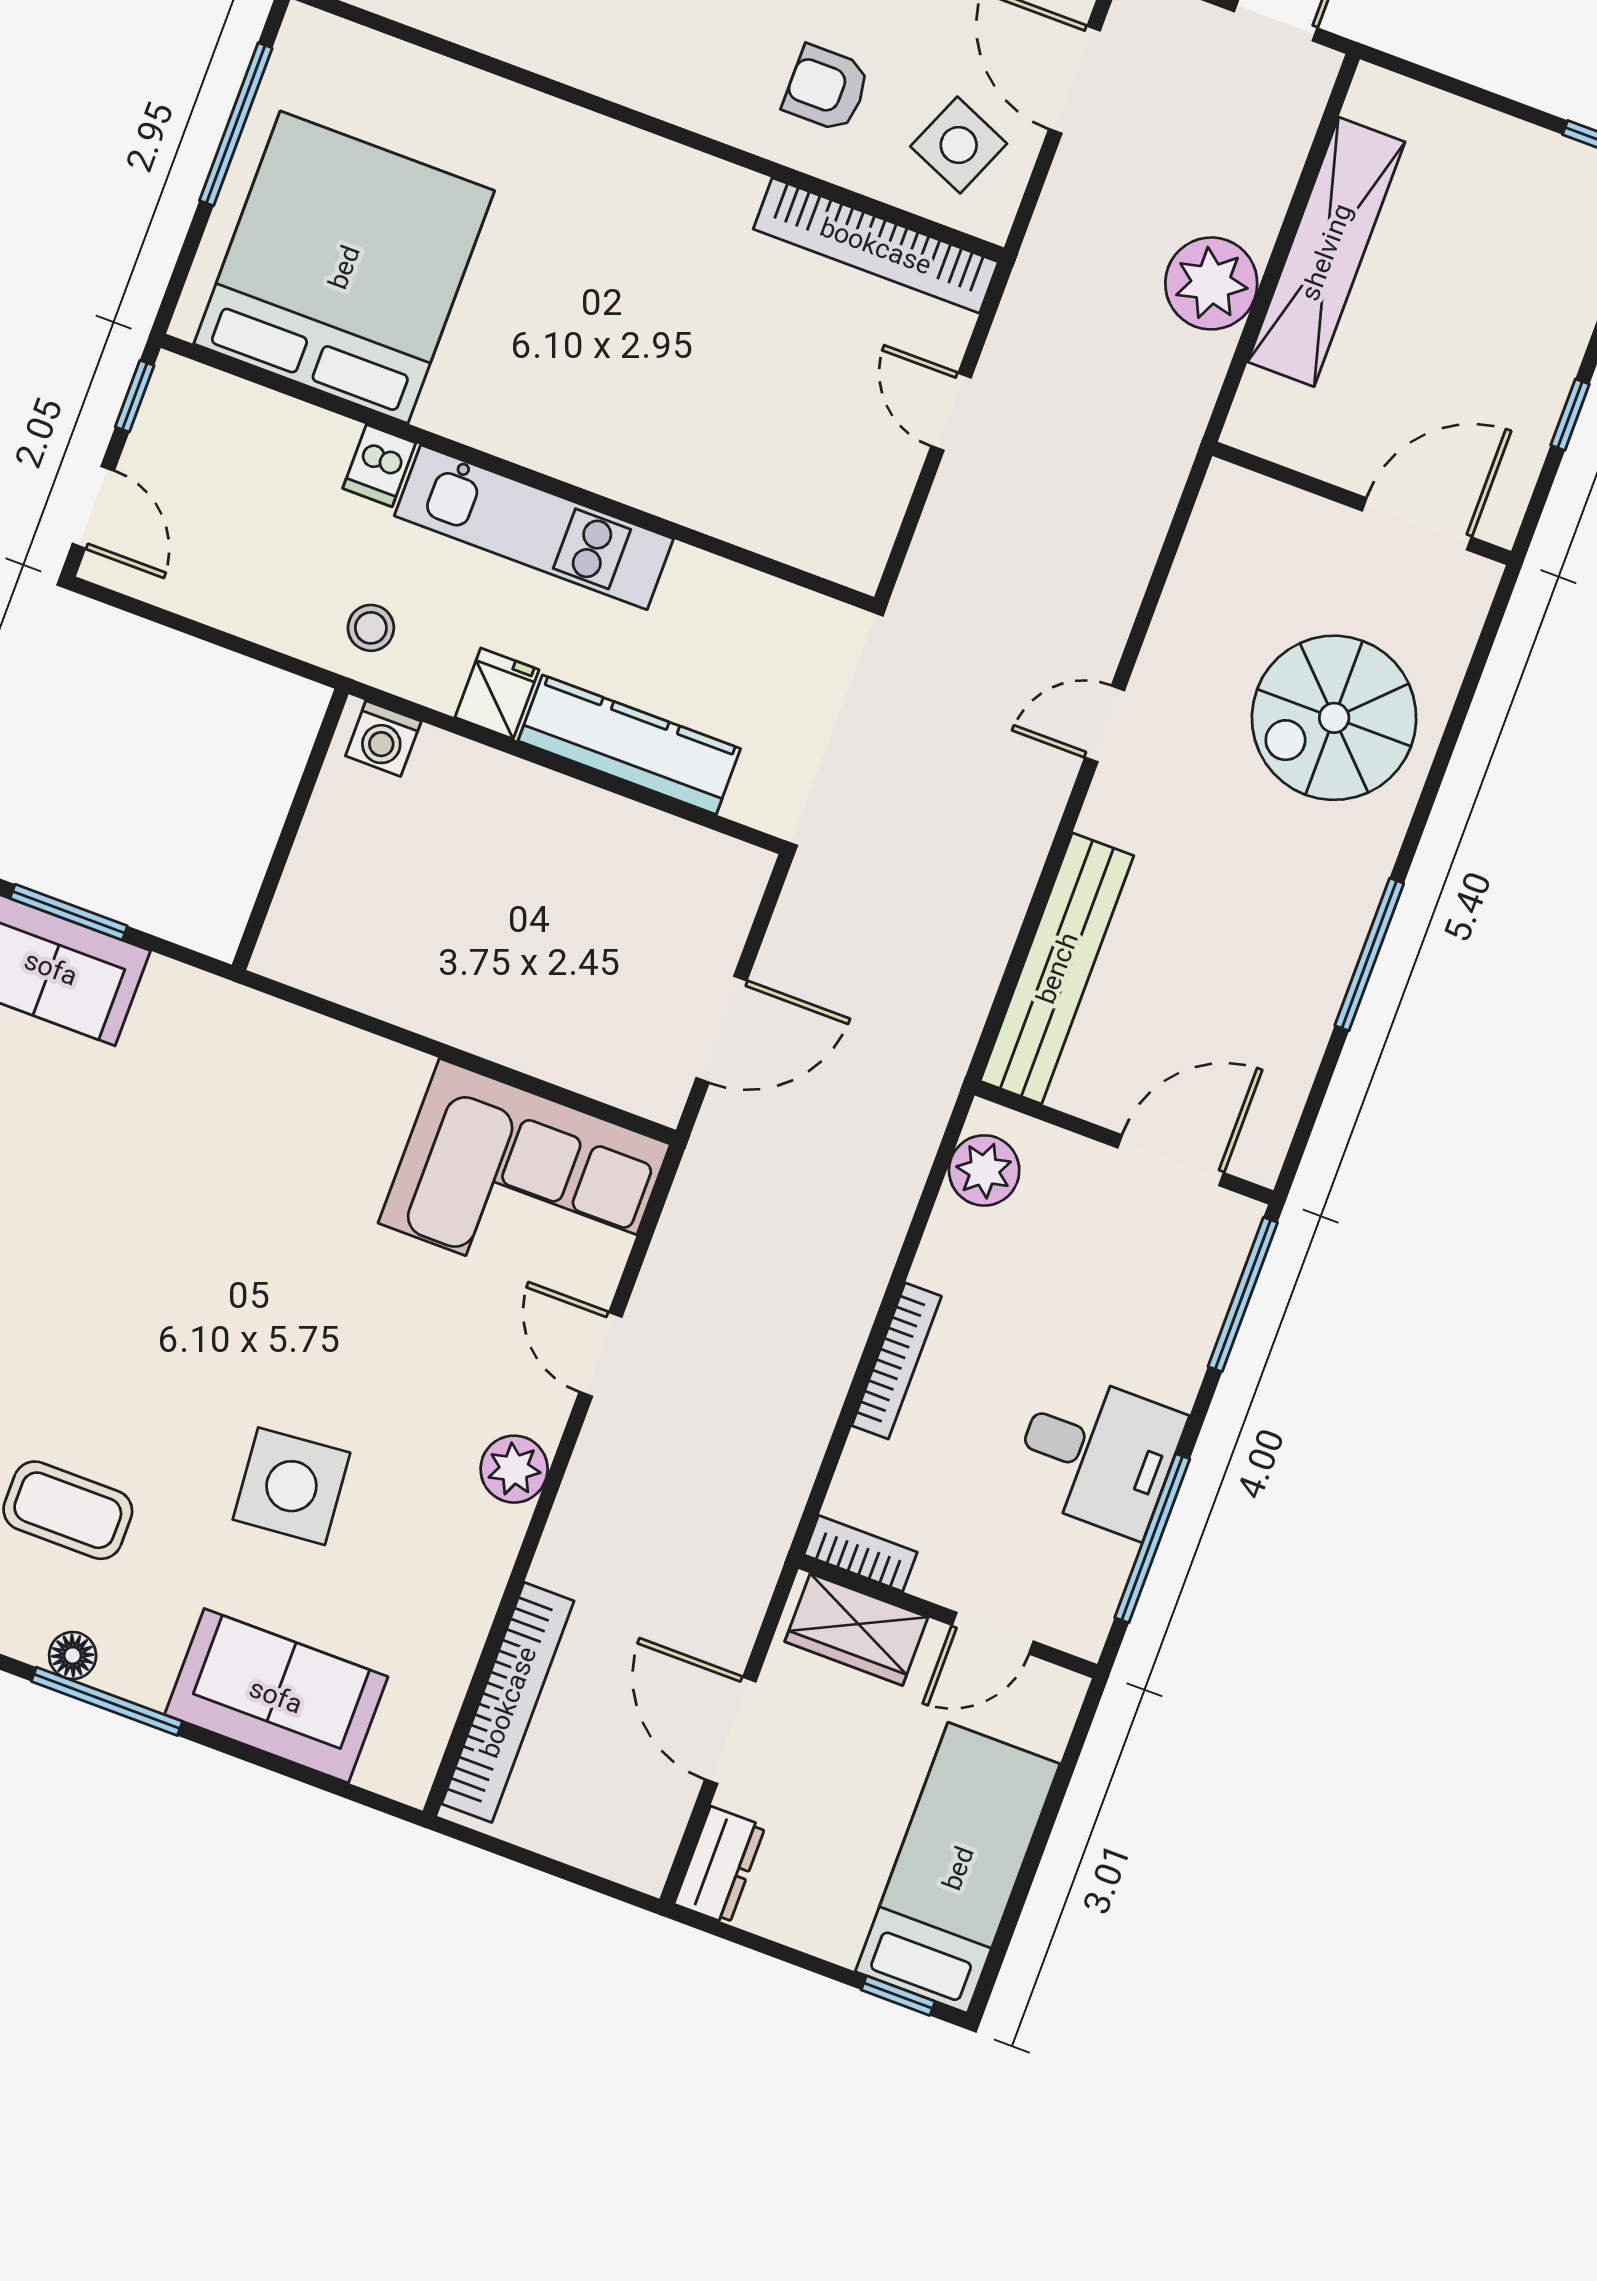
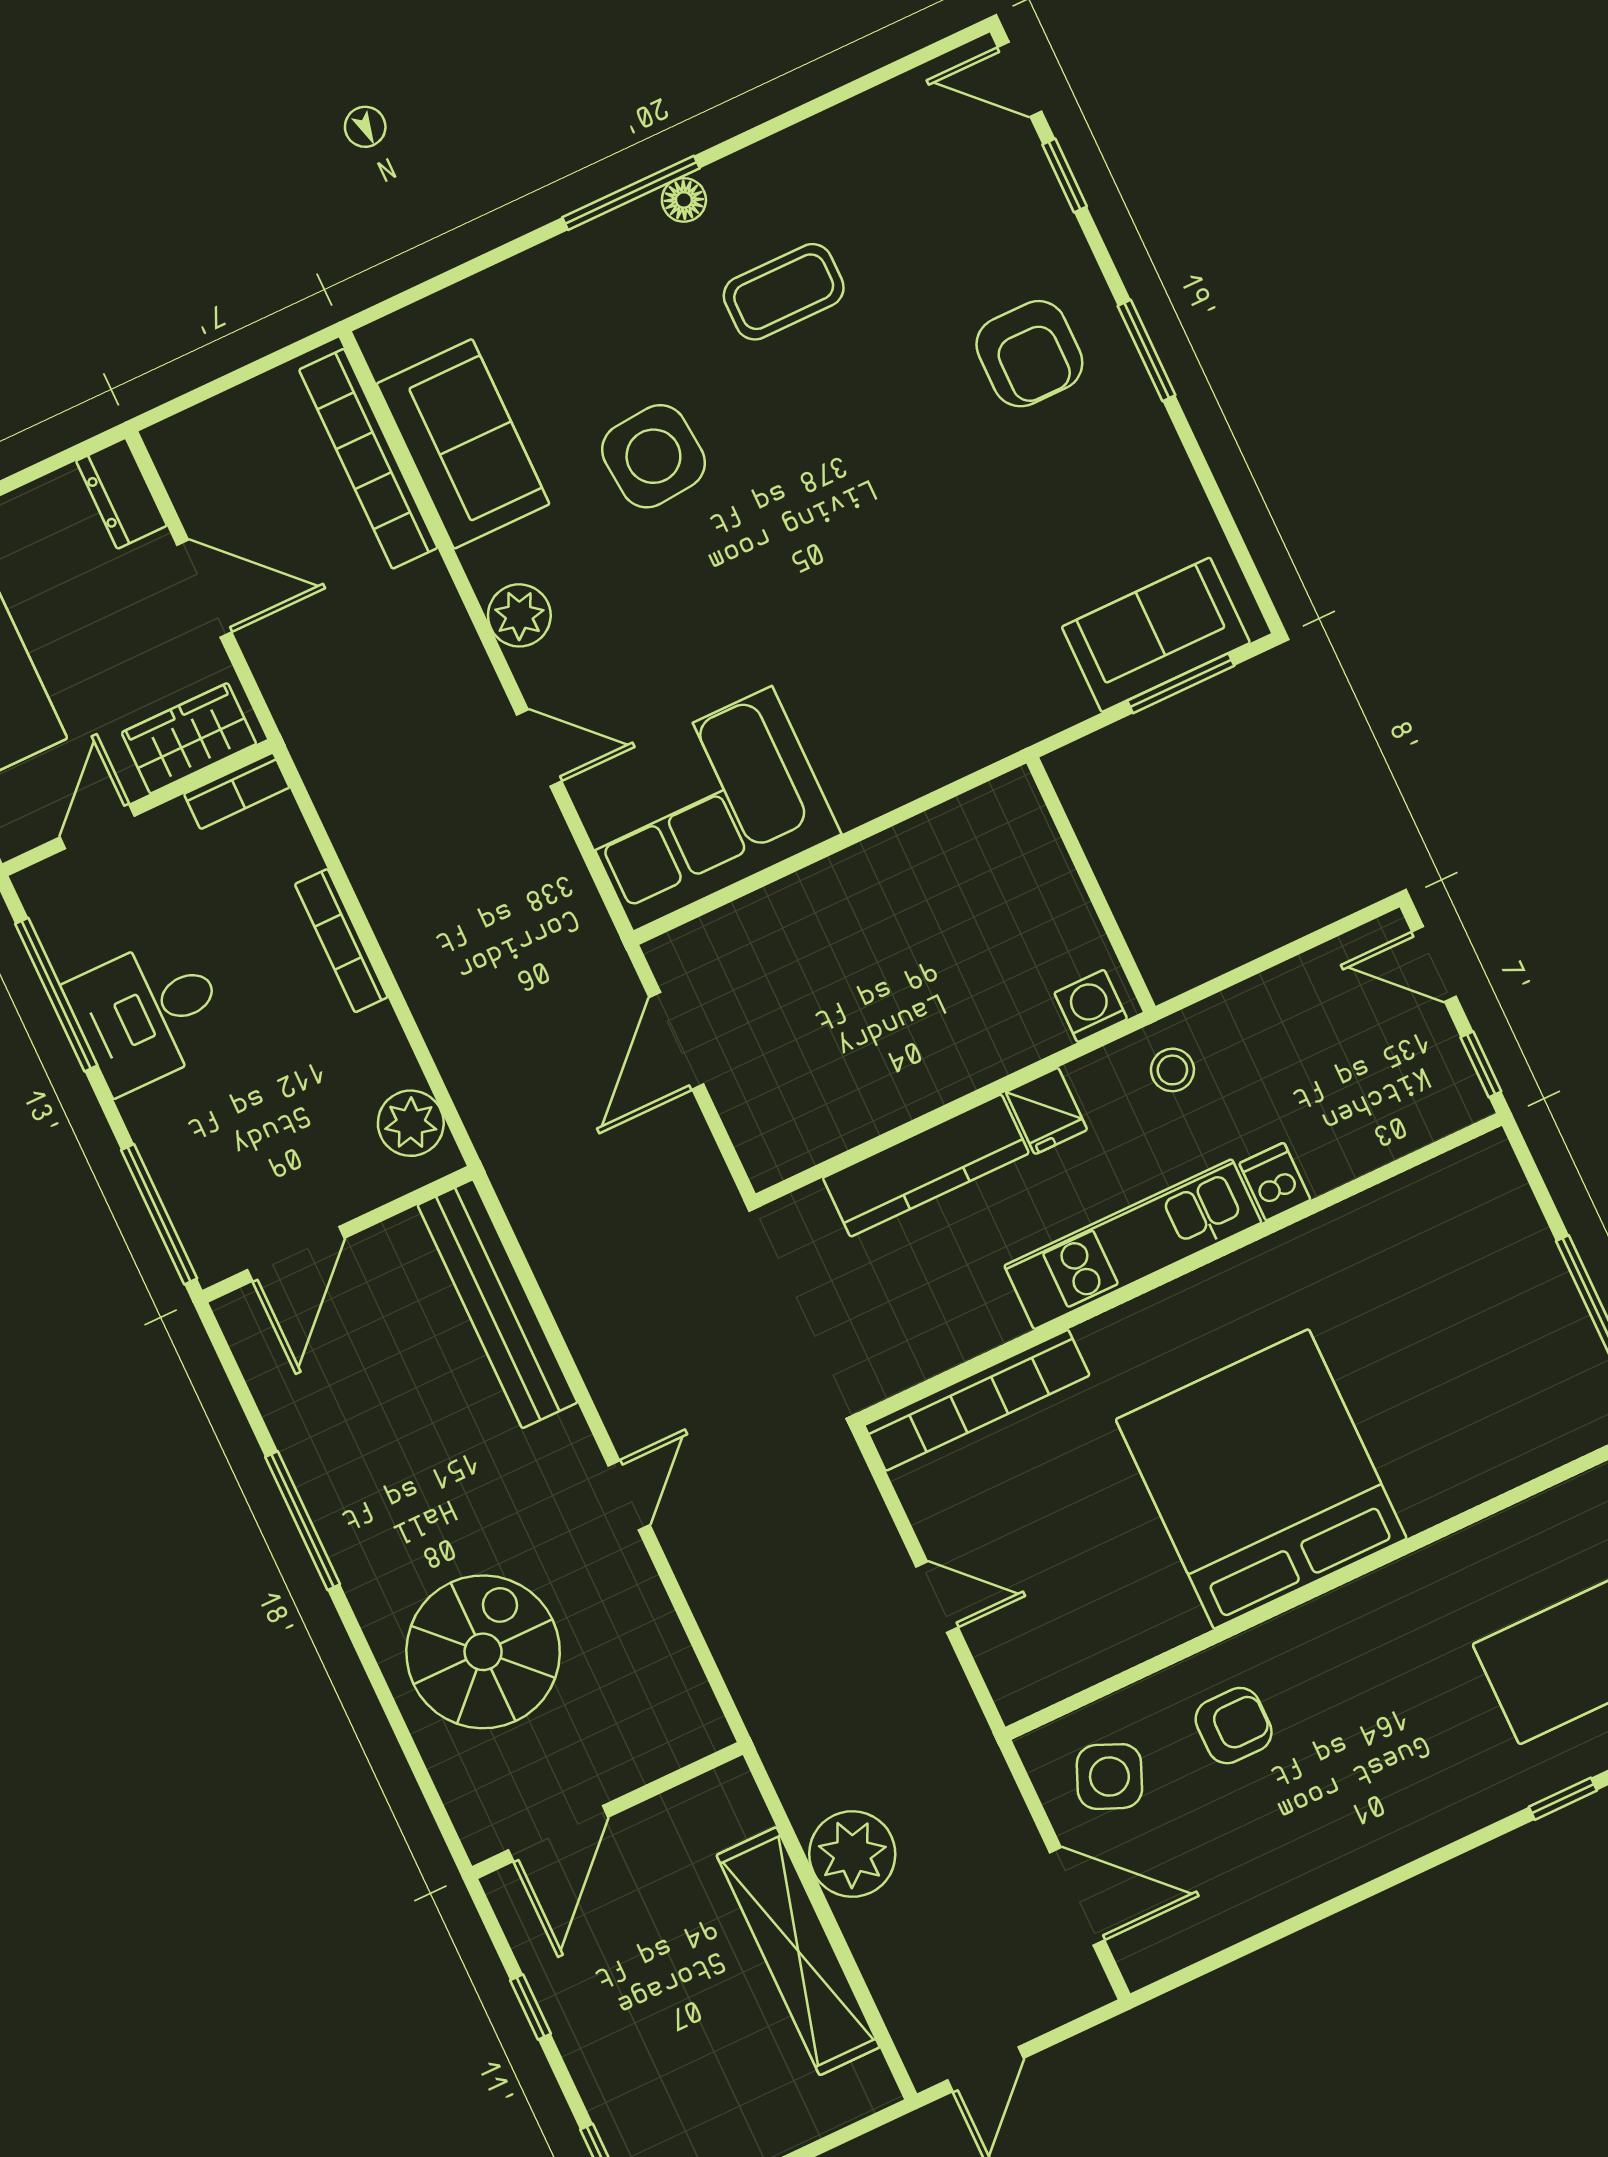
bookcase: (876, 246) -> (977, 1400), moved, turned 180
bed: (344, 267) -> (1261, 1479), moved, turned 180
sofa: (276, 1696) -> (463, 444), moved, turned -90

